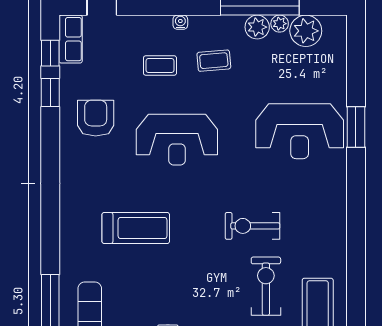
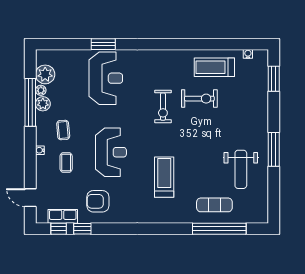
row of seats: (71, 39) -> (63, 216), moved
exercise bike: (266, 286) -> (199, 99), turned 180

